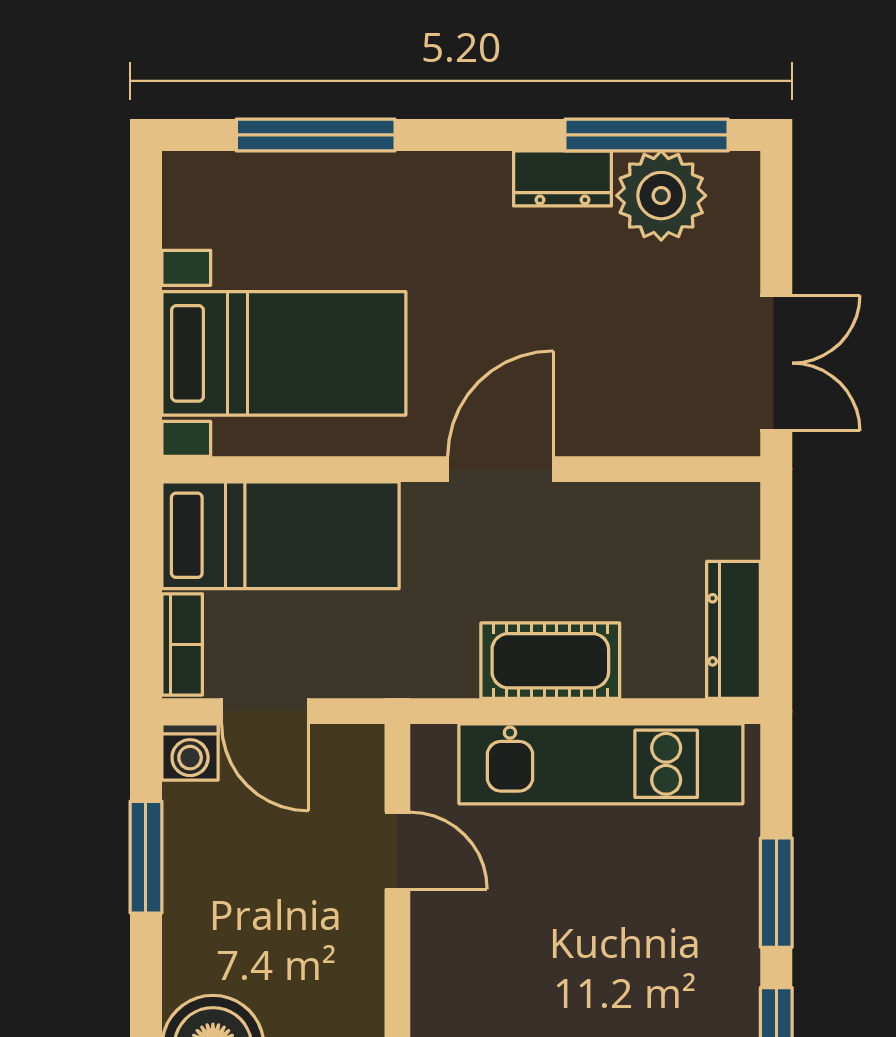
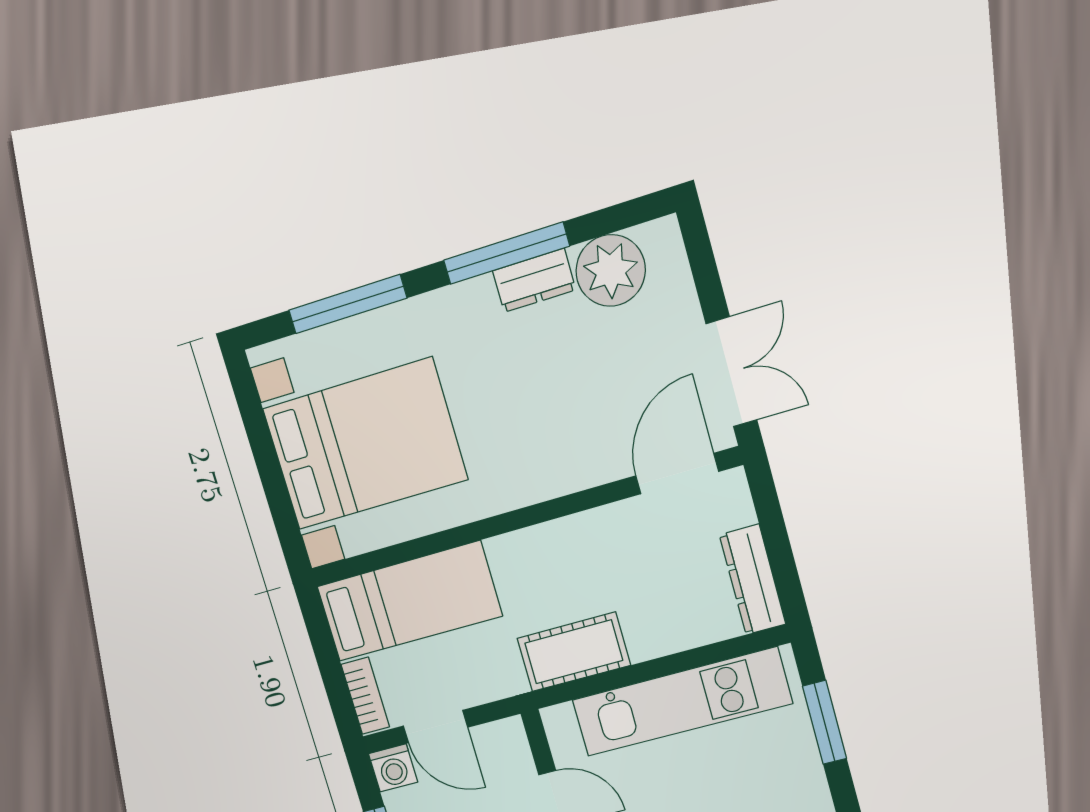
window: (647, 135) -> (506, 253), moved
bed with nightstands: (284, 353) -> (365, 444), width x1.36
door: (501, 469) -> (677, 474), moved
cot: (550, 661) -> (574, 652), moved
window: (776, 893) -> (825, 722), moved

